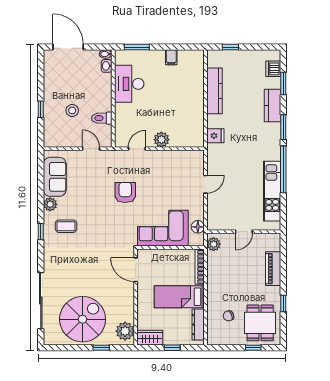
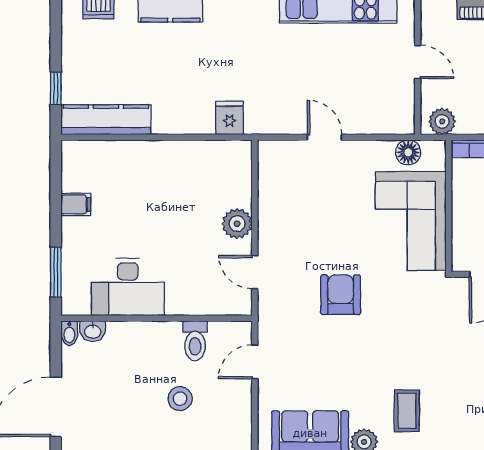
kitchen counter: (214, 91) -> (106, 120), moved
armchair: (125, 192) -> (341, 295), turned 90

